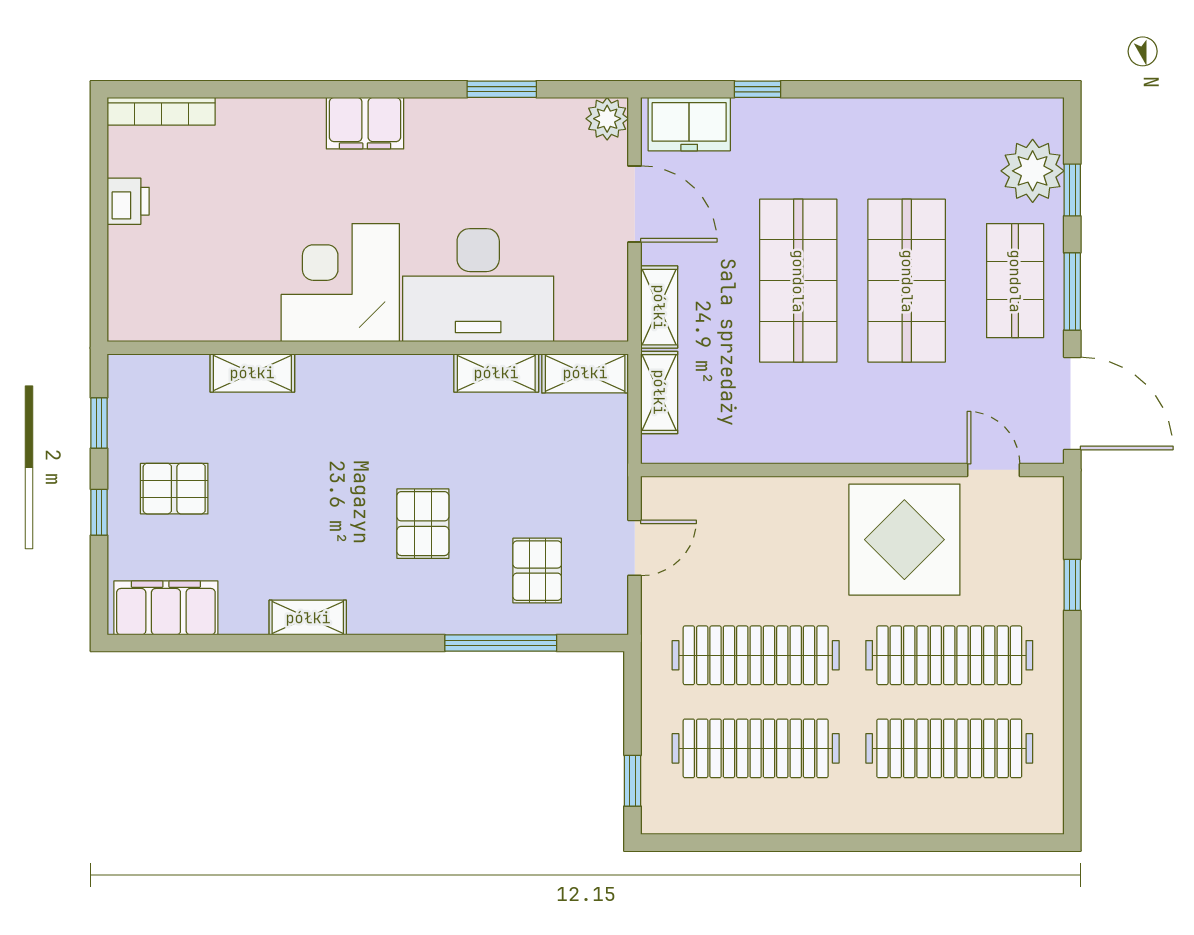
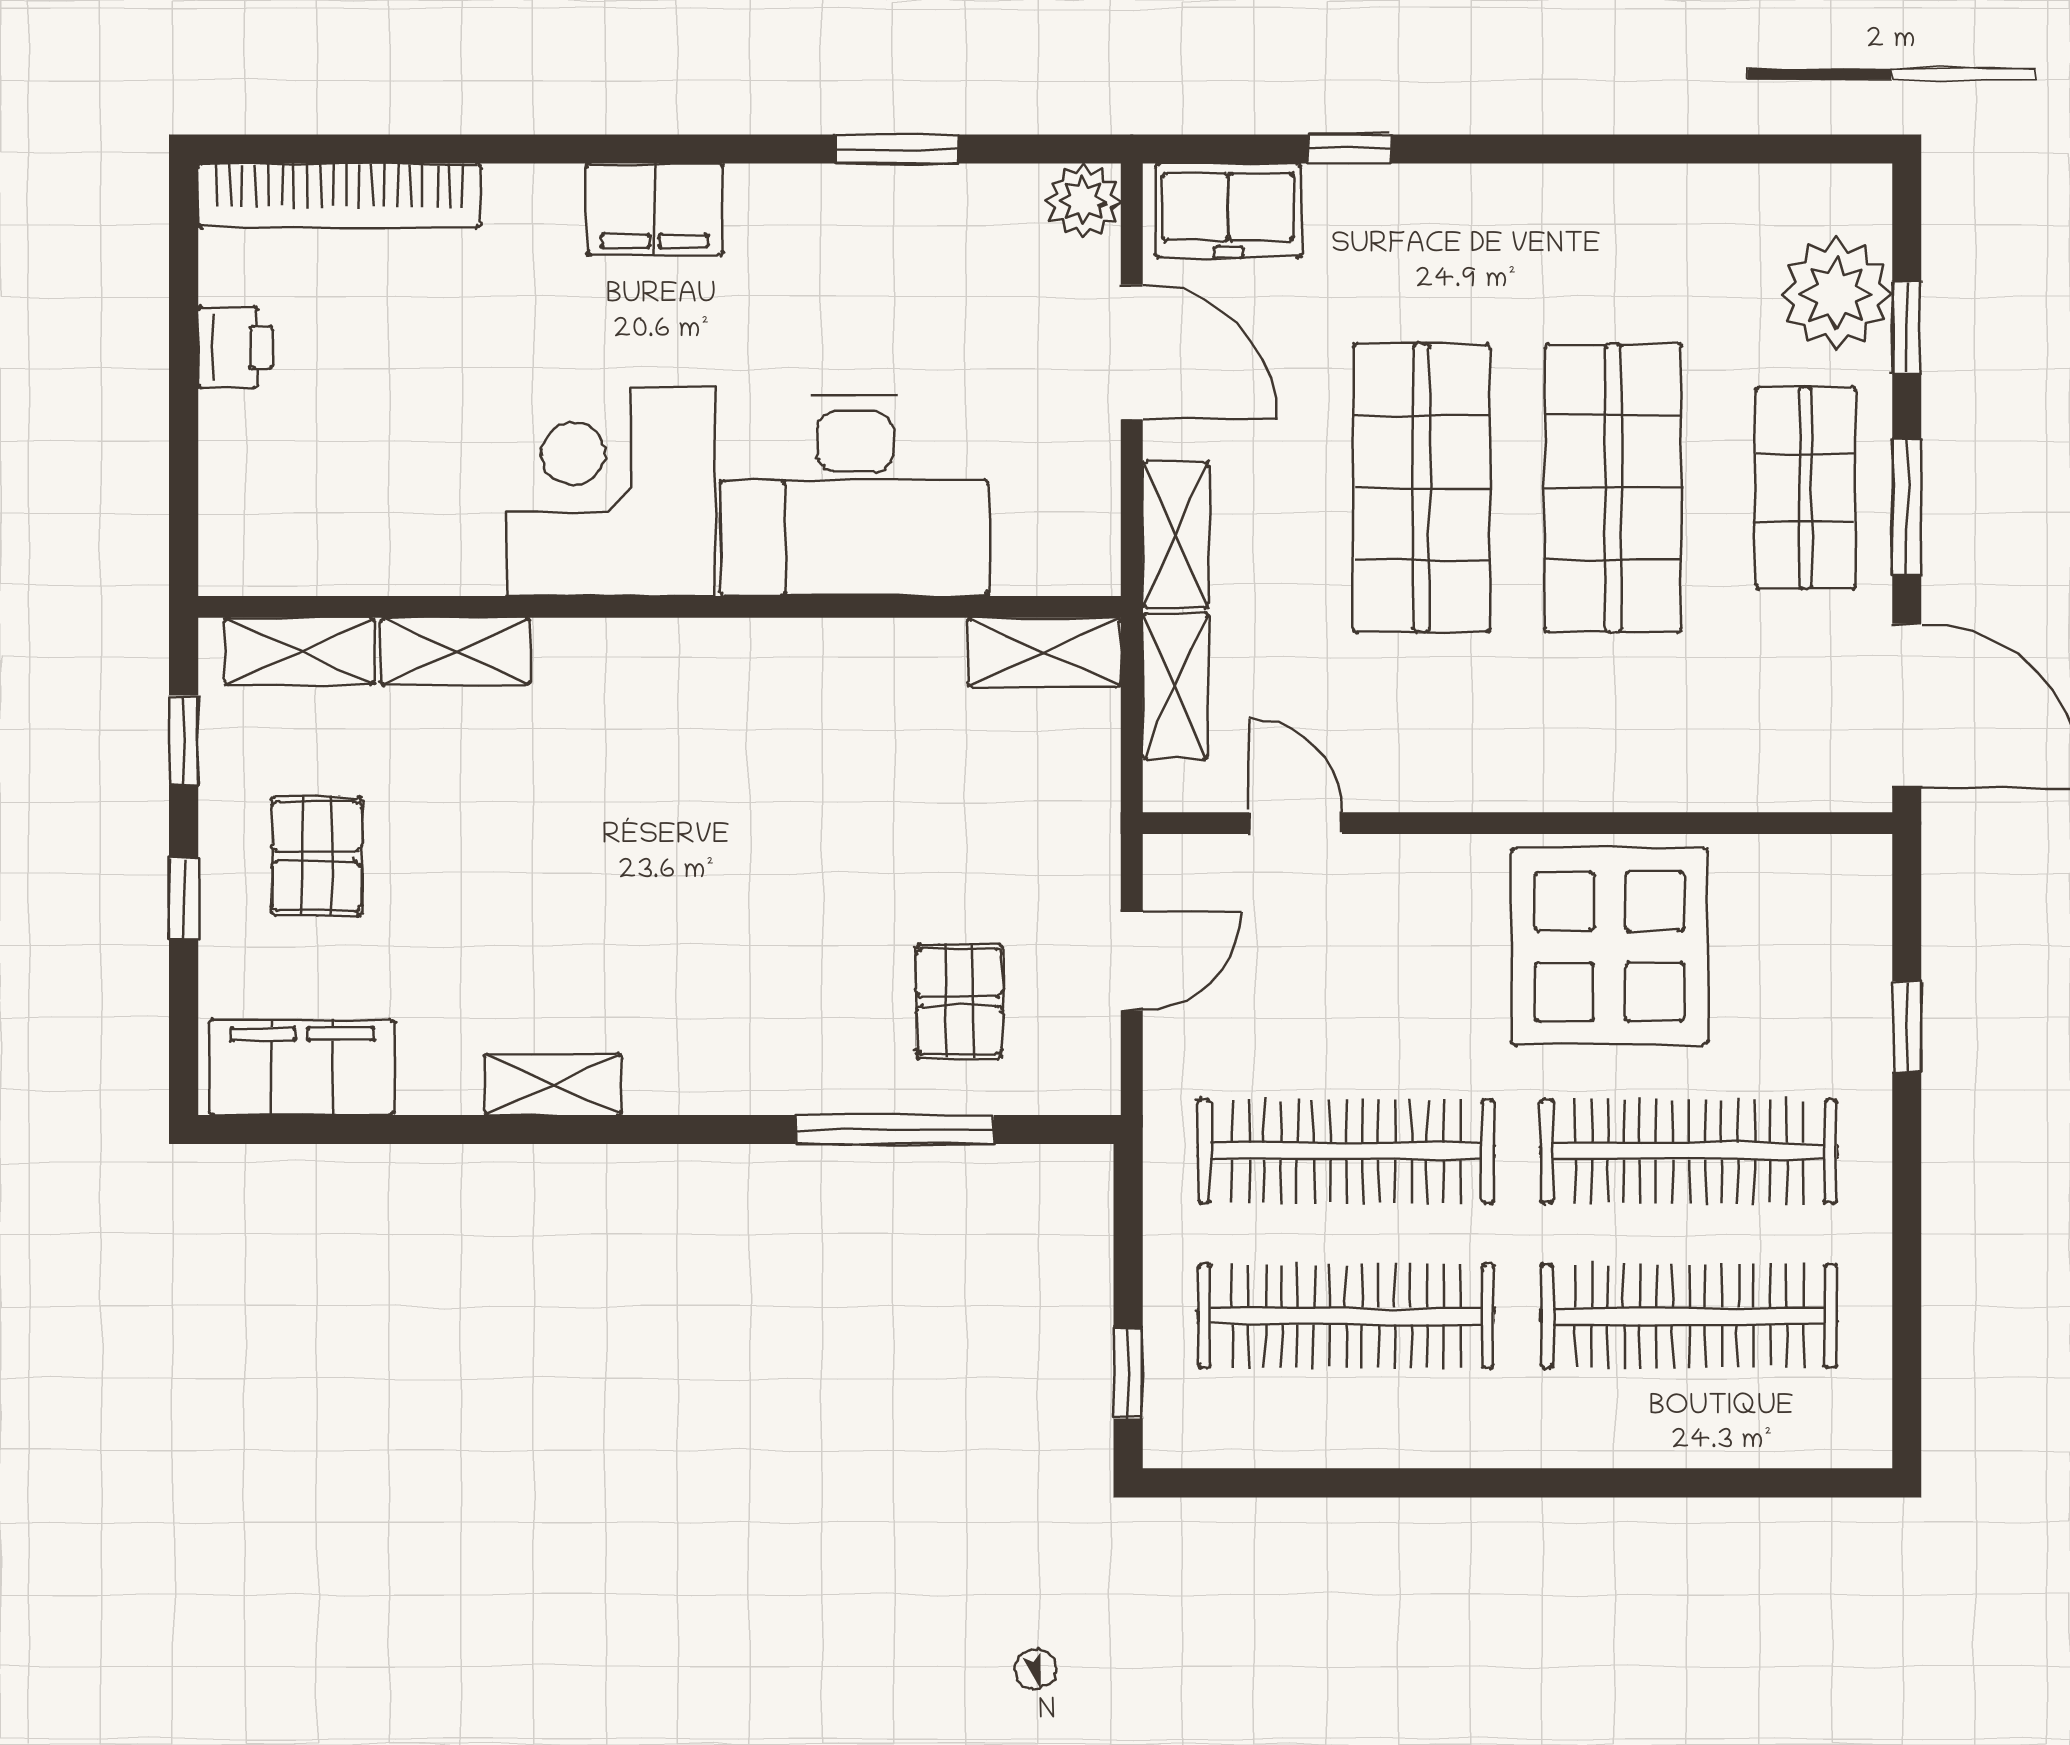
bookcase: (161, 111) -> (340, 196), width x1.48, depth x1.31
shelving: (496, 373) -> (300, 651), moved
door: (993, 470) -> (1296, 823), moved
pallet: (174, 489) -> (317, 856), turned 90
pallet: (423, 524) -> (757, 918), removed

